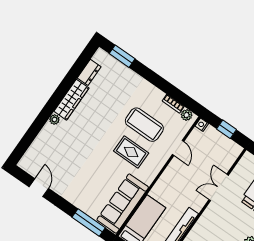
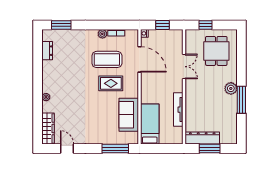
wardrobe: (71, 100) -> (48, 129), moved
plant: (187, 115) -> (102, 34), moved
door: (178, 148) -> (140, 59), width x1.88
double door: (219, 187) -> (184, 67), swing flipped
sofa: (123, 204) -> (129, 115), width x0.73

